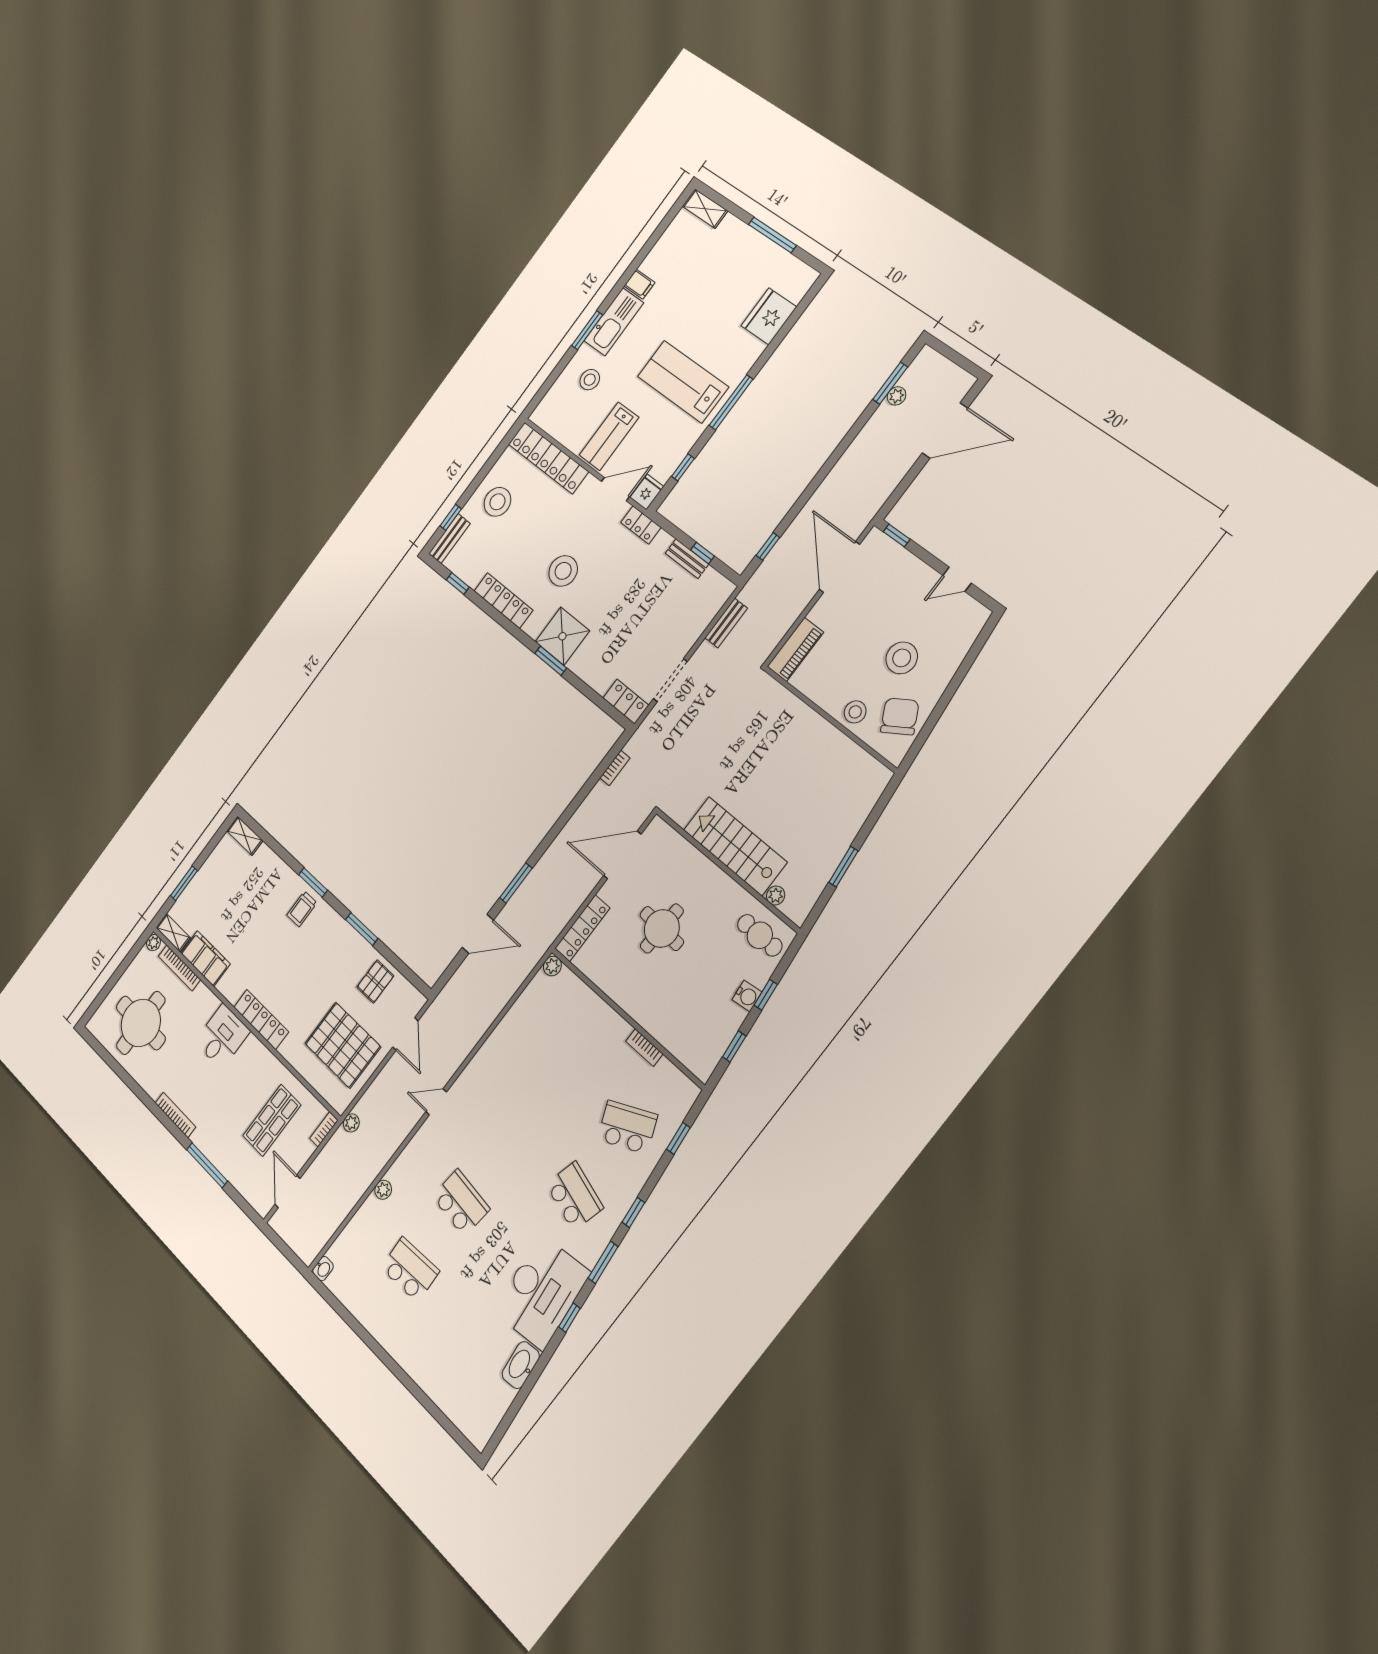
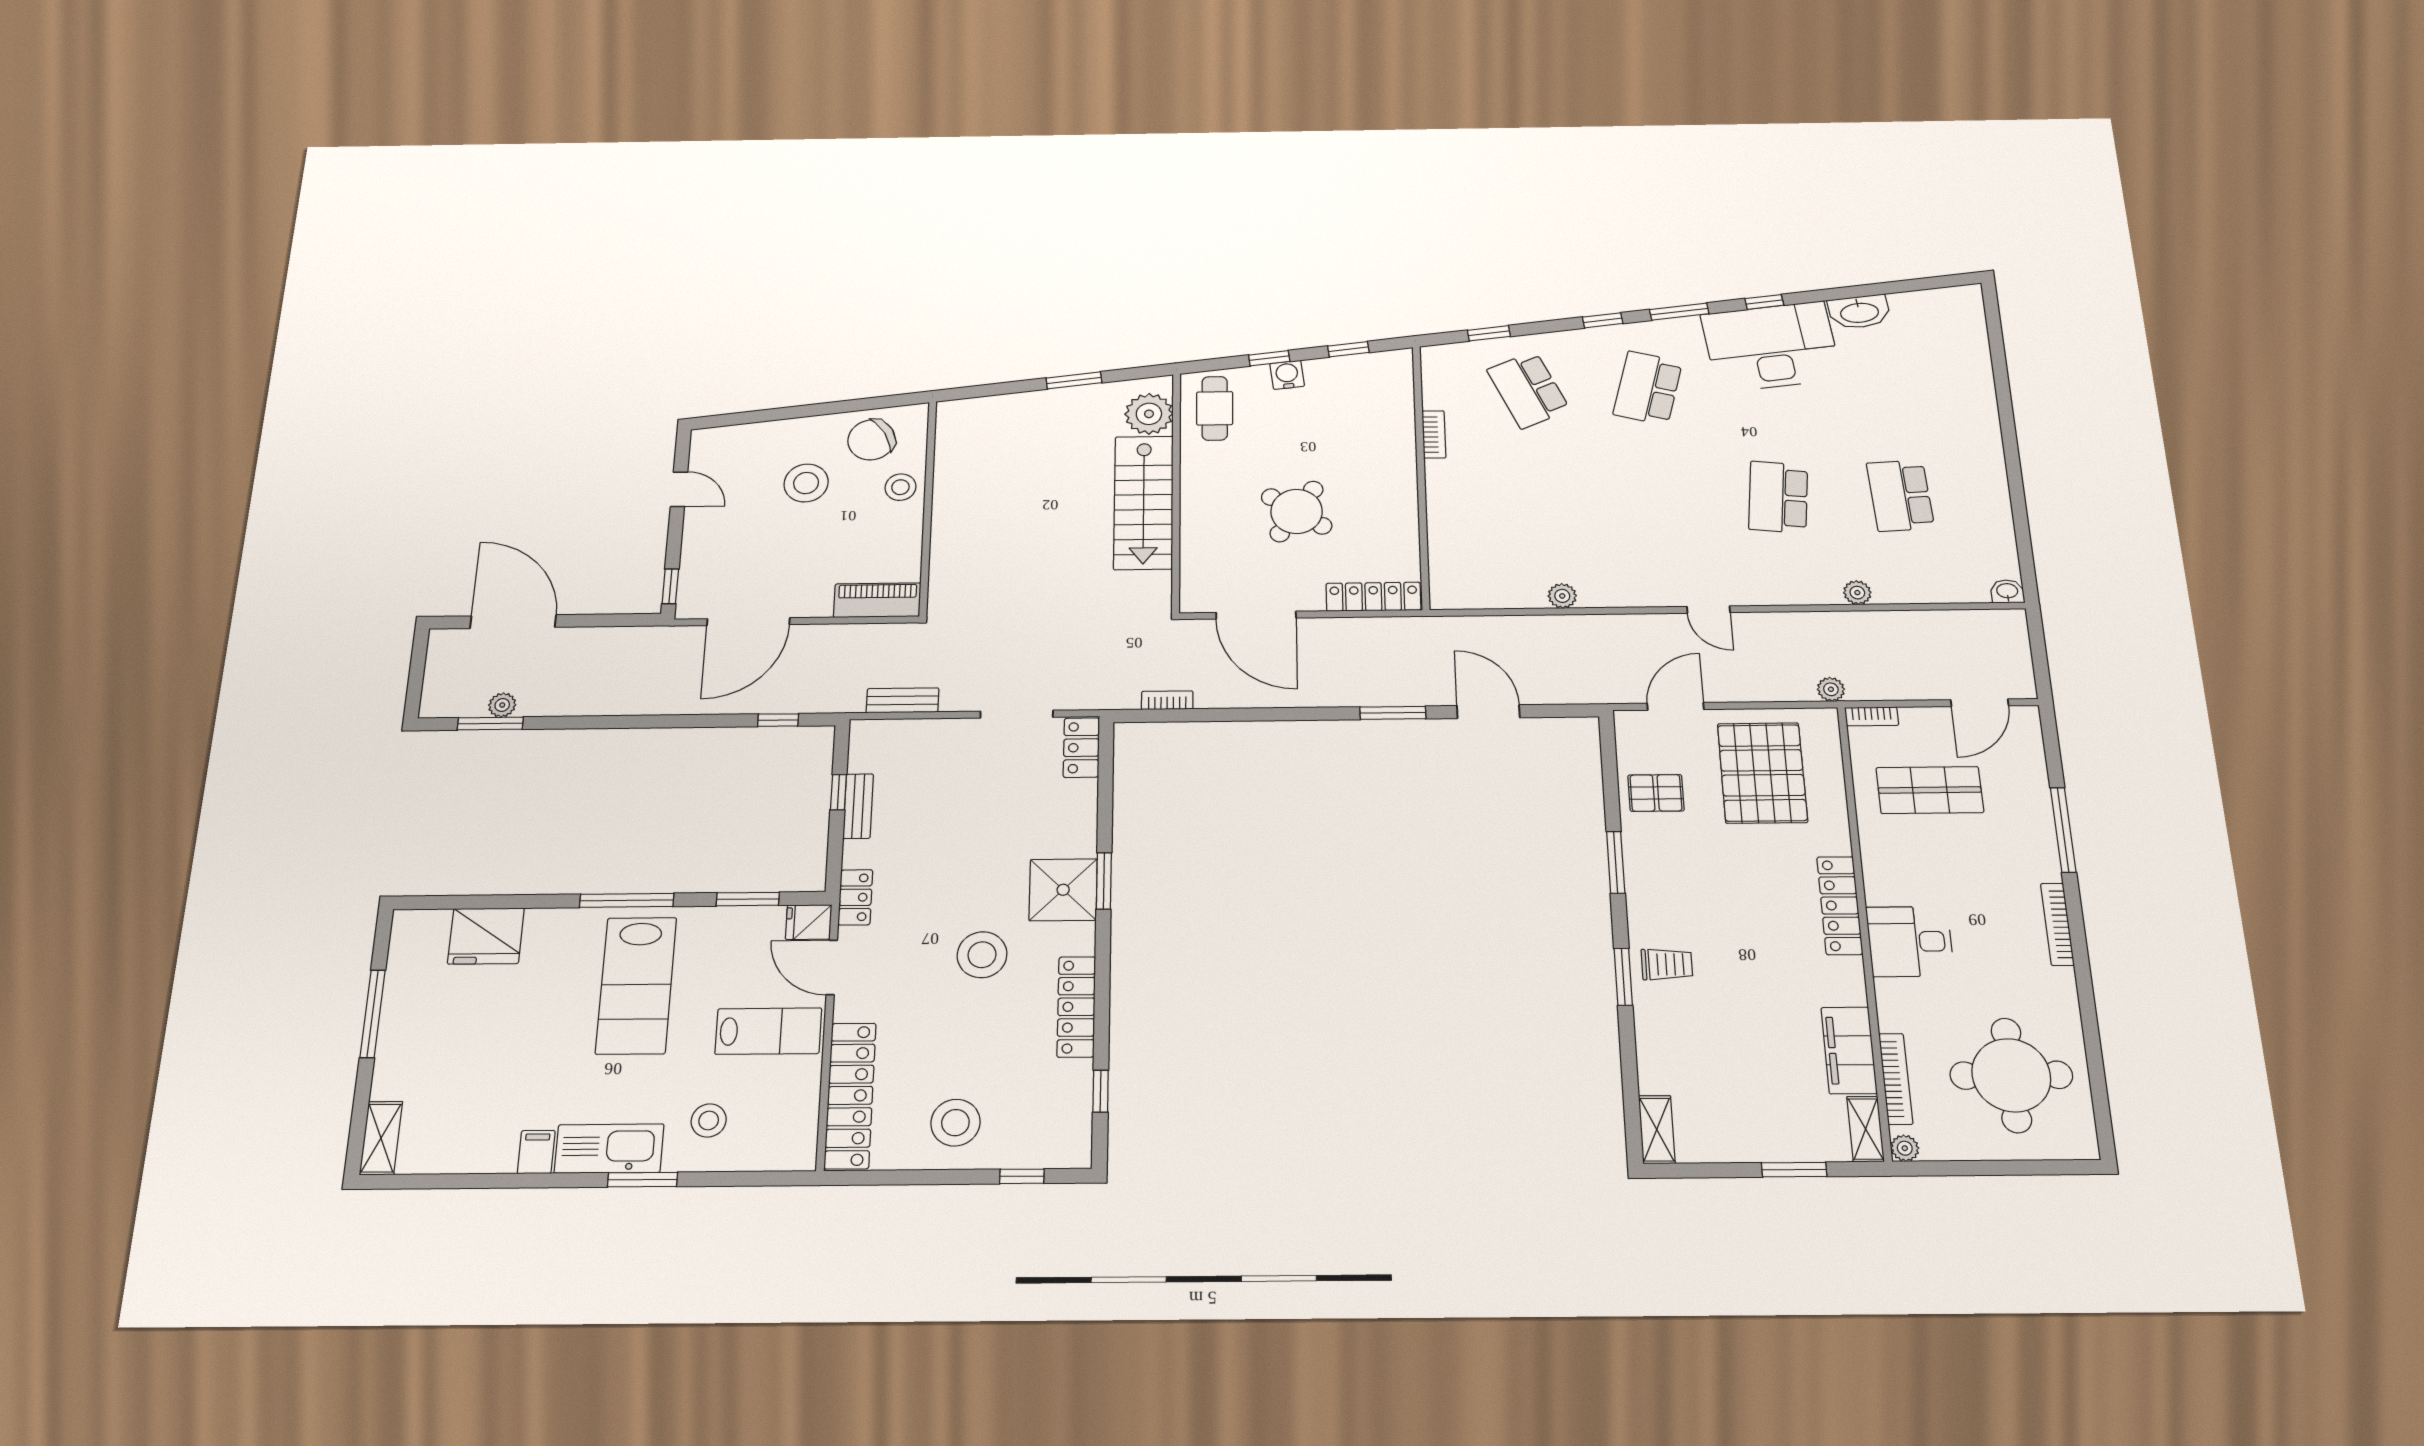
window: (683, 467) -> (748, 899), width x1.50
bench: (450, 539) -> (1051, 1154), removed
plant: (776, 895) -> (1149, 414), width x1.88, depth x1.88
round table: (662, 928) -> (1297, 511), turned 31
plant: (552, 966) -> (1562, 596), moved

